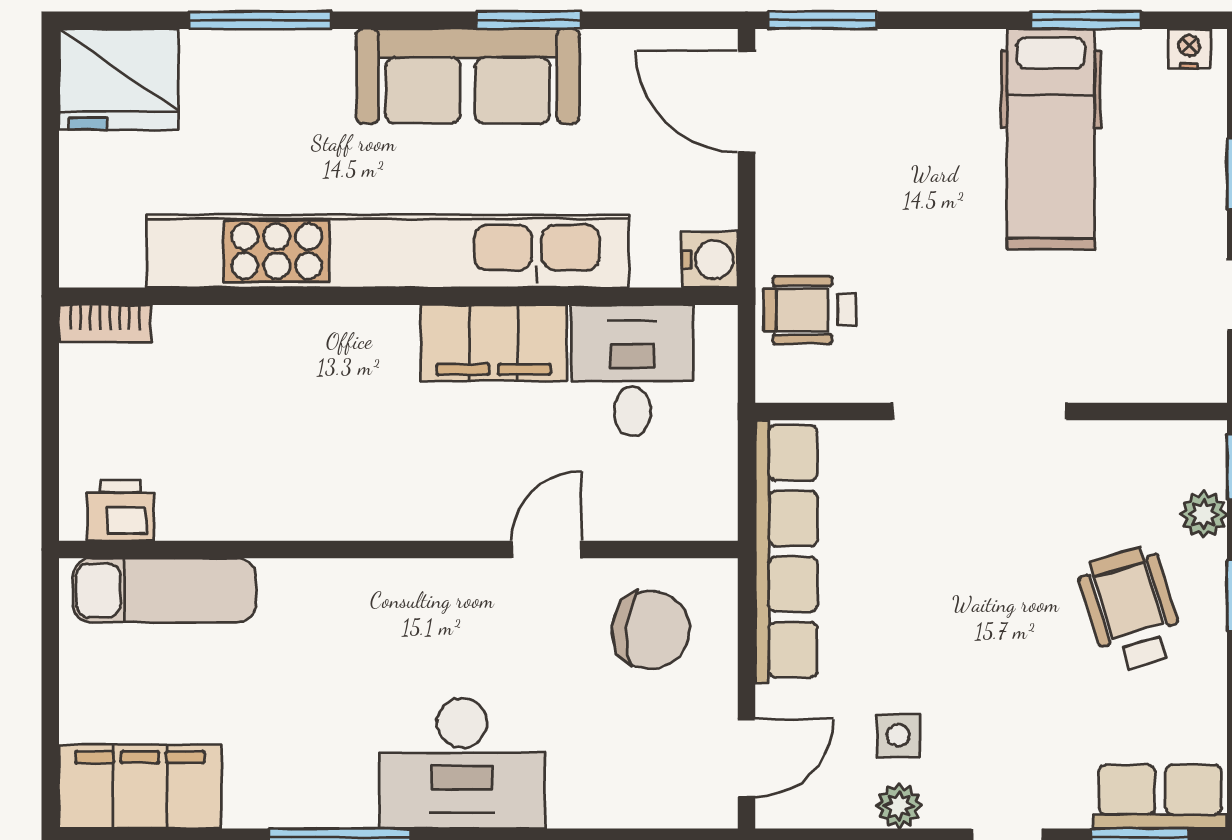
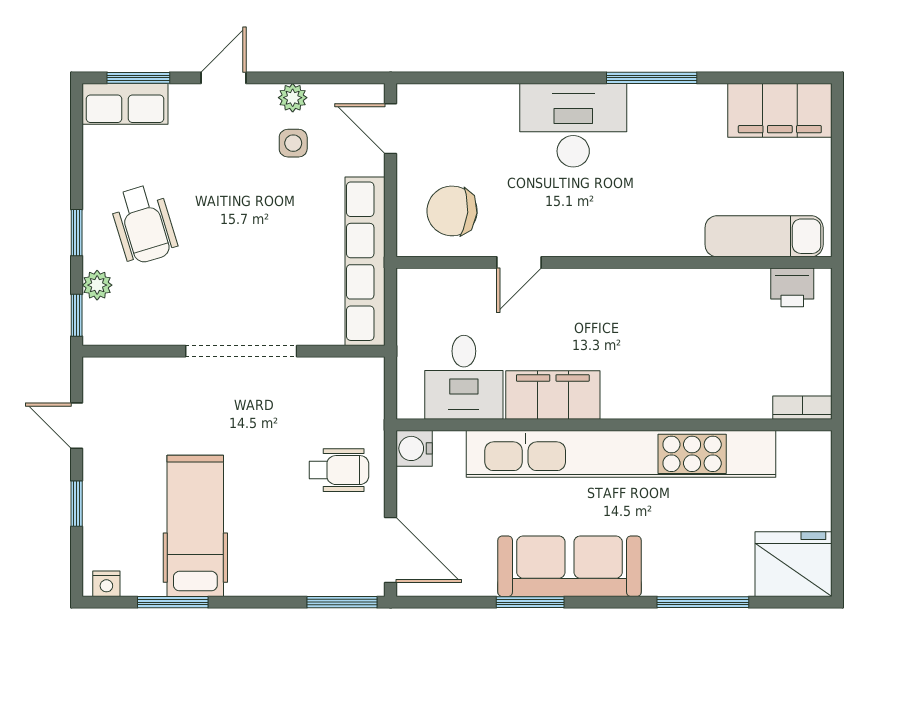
wheelchair: (810, 310) -> (339, 470), moved
door: (747, 758) -> (391, 129), hinge flipped

